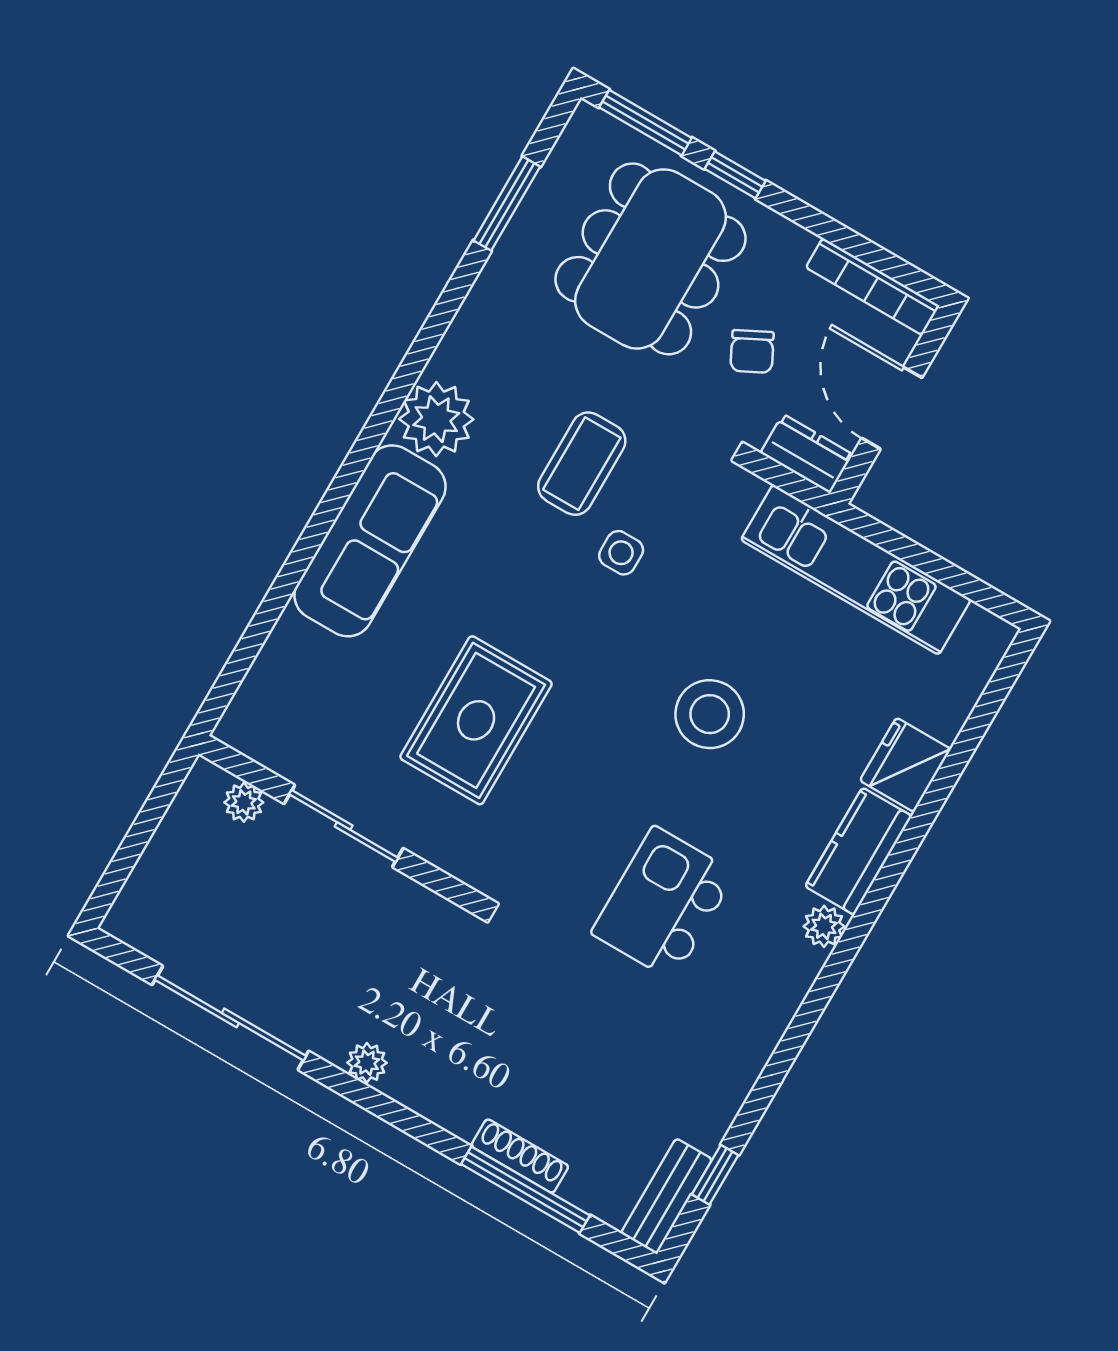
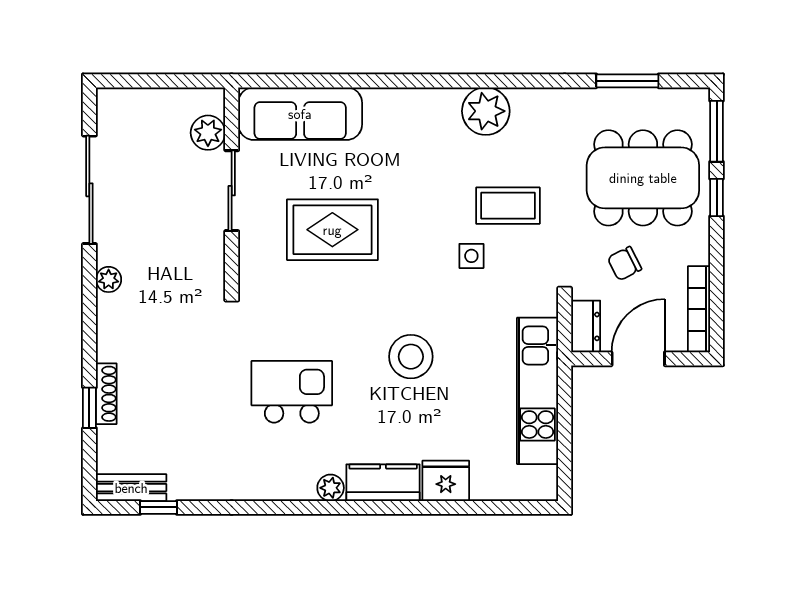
sofa: (370, 541) -> (300, 114), moved
plant: (244, 802) -> (208, 133), width x1.38, depth x1.38
window: (526, 1190) -> (89, 408), width x0.46

